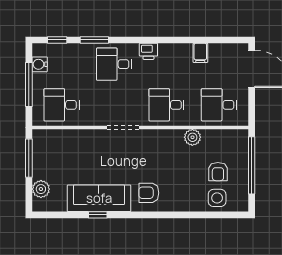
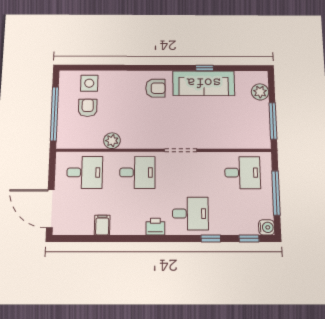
window: (94, 40) -> (211, 238), width x0.67
water cooler: (40, 64) -> (267, 227), moved

